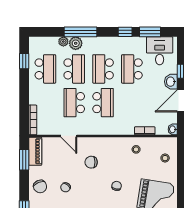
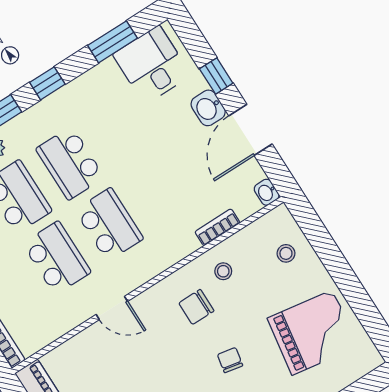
window: (125, 32) -> (47, 83), moved
school desk: (132, 69) -> (123, 130), removed
school desk: (74, 103) -> (57, 258), turned 180
door: (69, 136) -> (112, 308), moved
chair: (91, 162) -> (196, 307), moved

